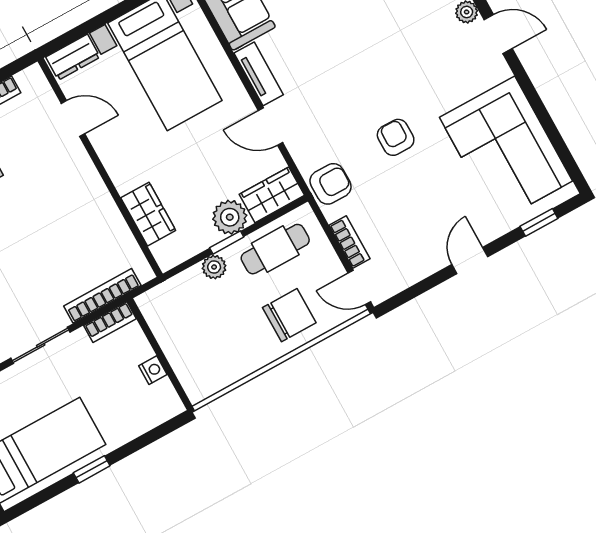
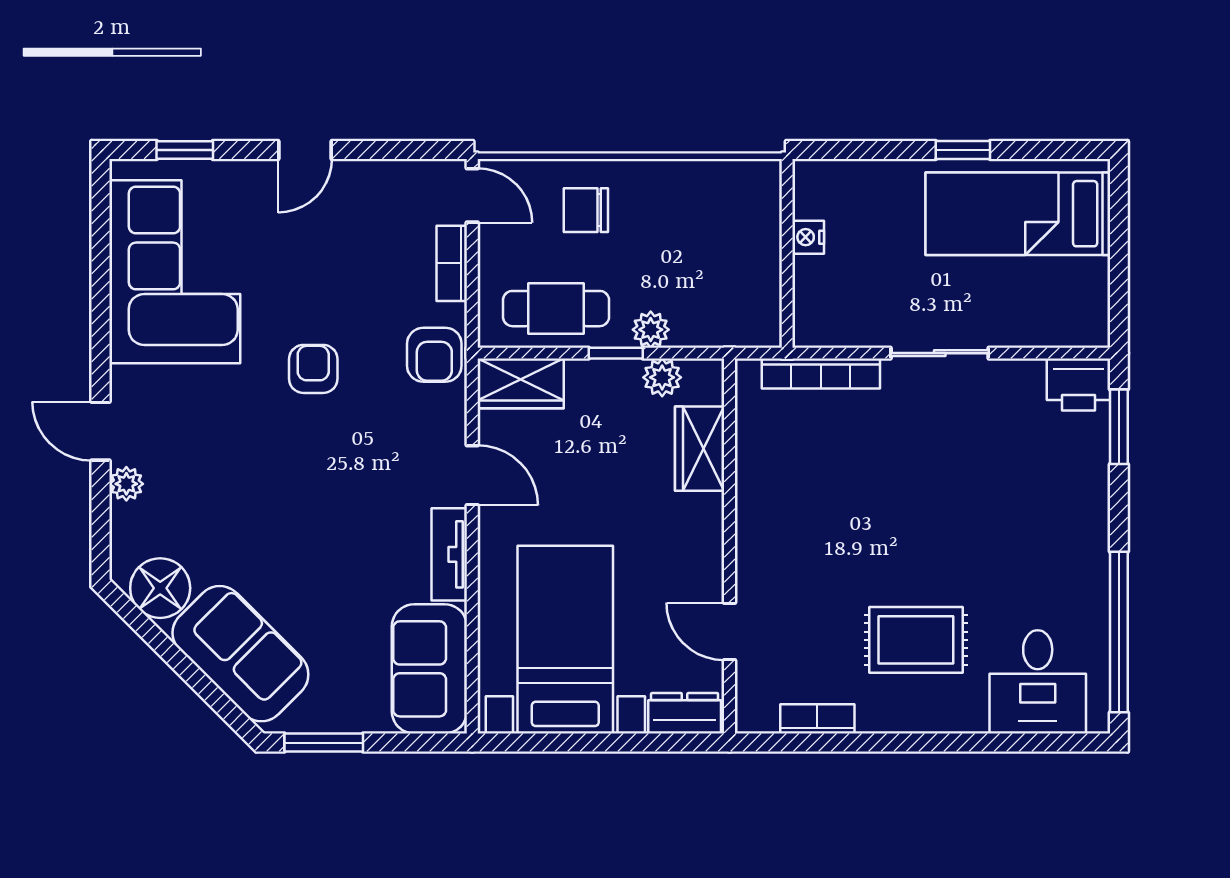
armchair: (396, 137) -> (313, 369), turned 180
armchair: (331, 184) -> (434, 355), turned -90
plant: (230, 217) -> (662, 377), moved, width x0.73, depth x0.73
chair: (289, 315) -> (586, 210), width x0.73, depth x0.73
bookcase: (110, 322) -> (830, 333), removed

